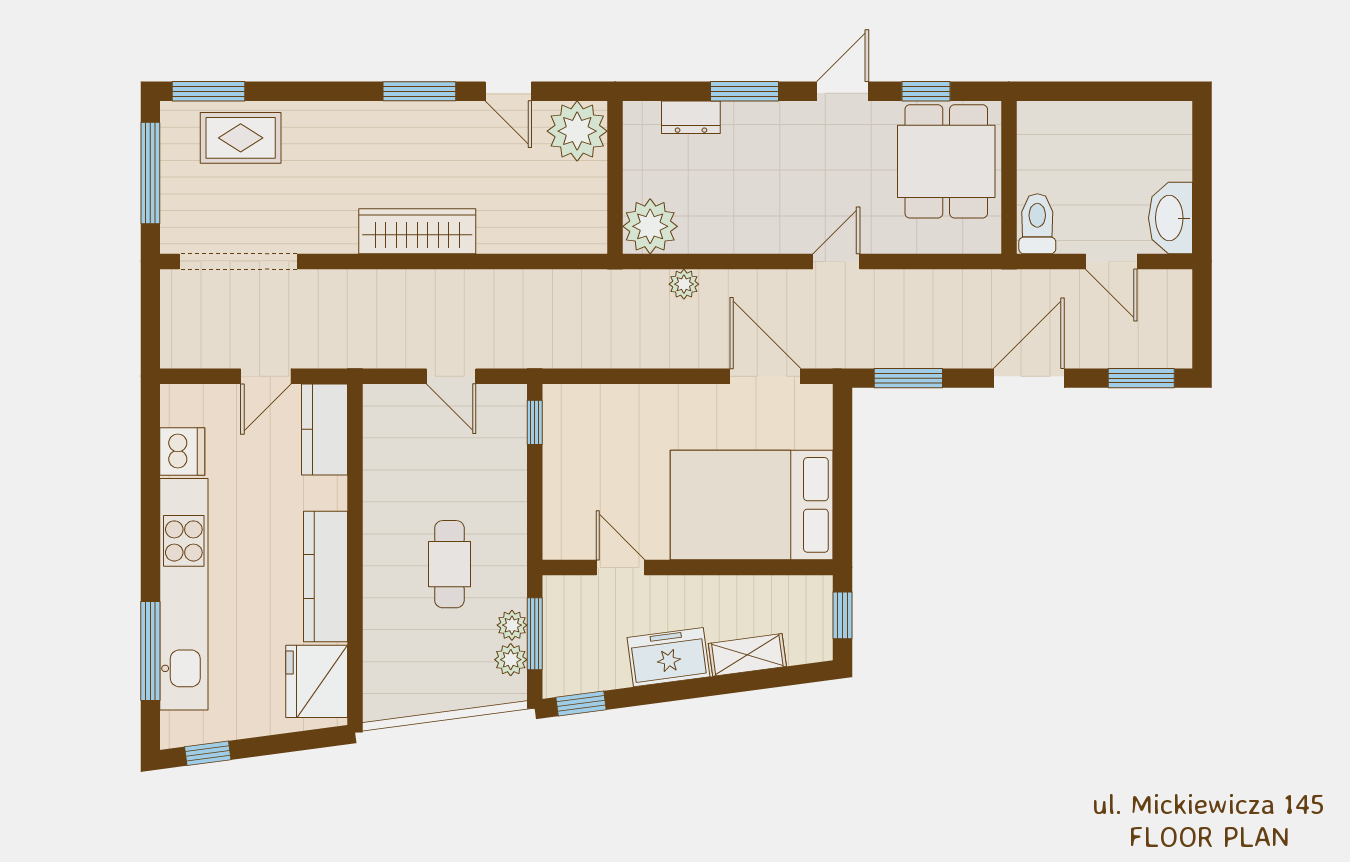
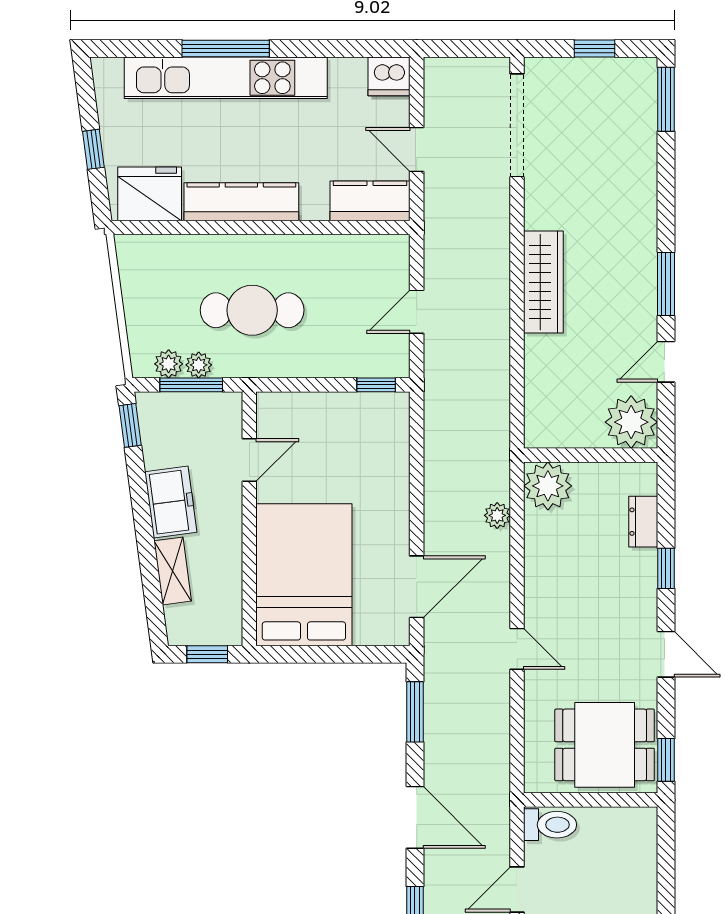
window: (744, 91) -> (666, 568), width x0.67
window: (926, 91) -> (666, 760), moved
rug: (241, 138) -> (625, 127), removed
window: (150, 173) -> (594, 48), width x0.46
dishwasher: (182, 451) -> (389, 76), moved
cafe table: (449, 564) -> (252, 310), width x1.37, depth x1.35
window: (150, 651) -> (226, 48), moved
window: (208, 753) -> (93, 149), moved

